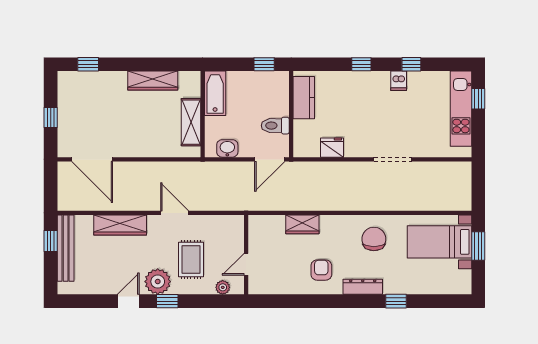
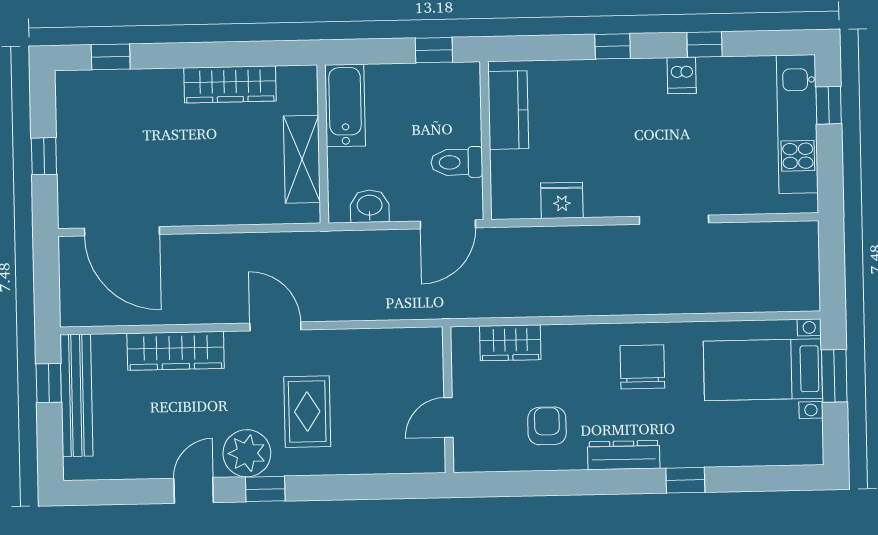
wall: (246, 255) -> (448, 400), moved
door: (246, 264) -> (448, 417), moved
plant: (223, 287) -> (367, 461), removed

